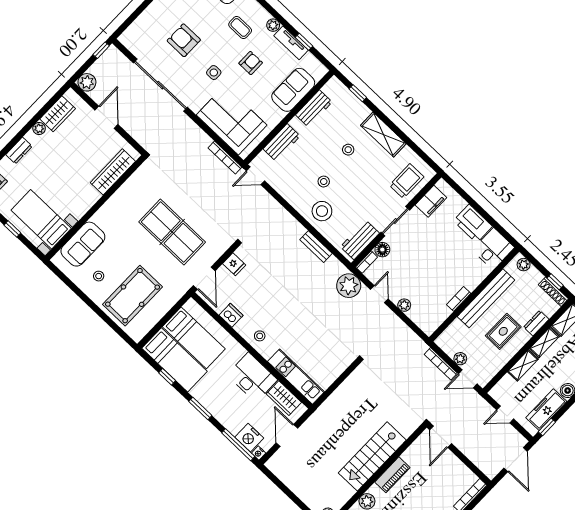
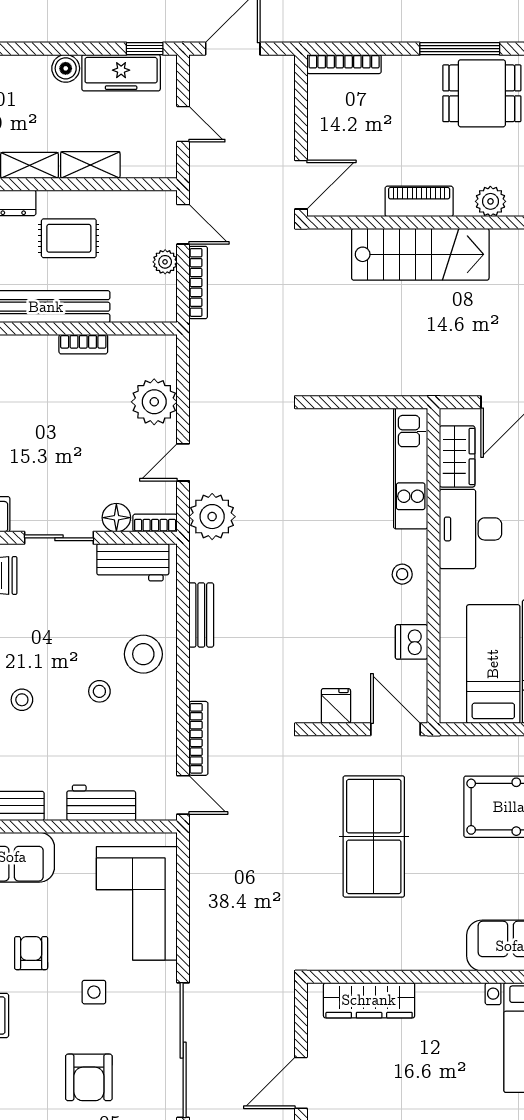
armchair: (251, 63) -> (31, 953), turned 90
bookcase: (225, 158) -> (198, 738), moved
door: (204, 278) -> (396, 729), hinge flipped
plant: (404, 305) -> (154, 402), width x1.88, depth x1.88

